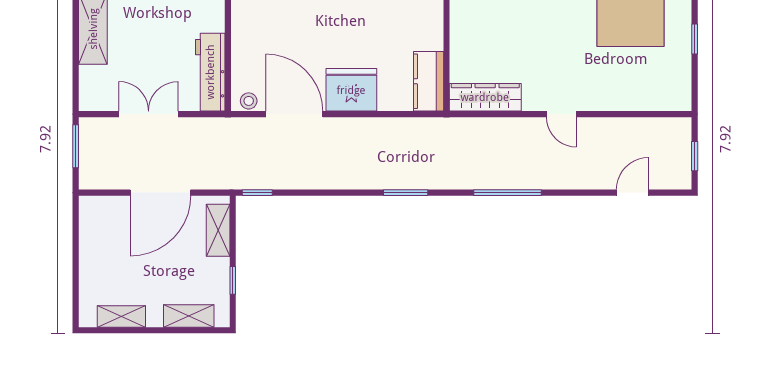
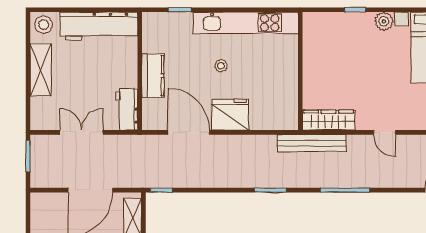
workbench: (210, 72) -> (127, 109), width x0.73
kitchen counter: (429, 81) -> (153, 76), moved, turned 180
stool: (249, 101) -> (221, 66), moved
bench: (462, 129) -> (312, 143), added

